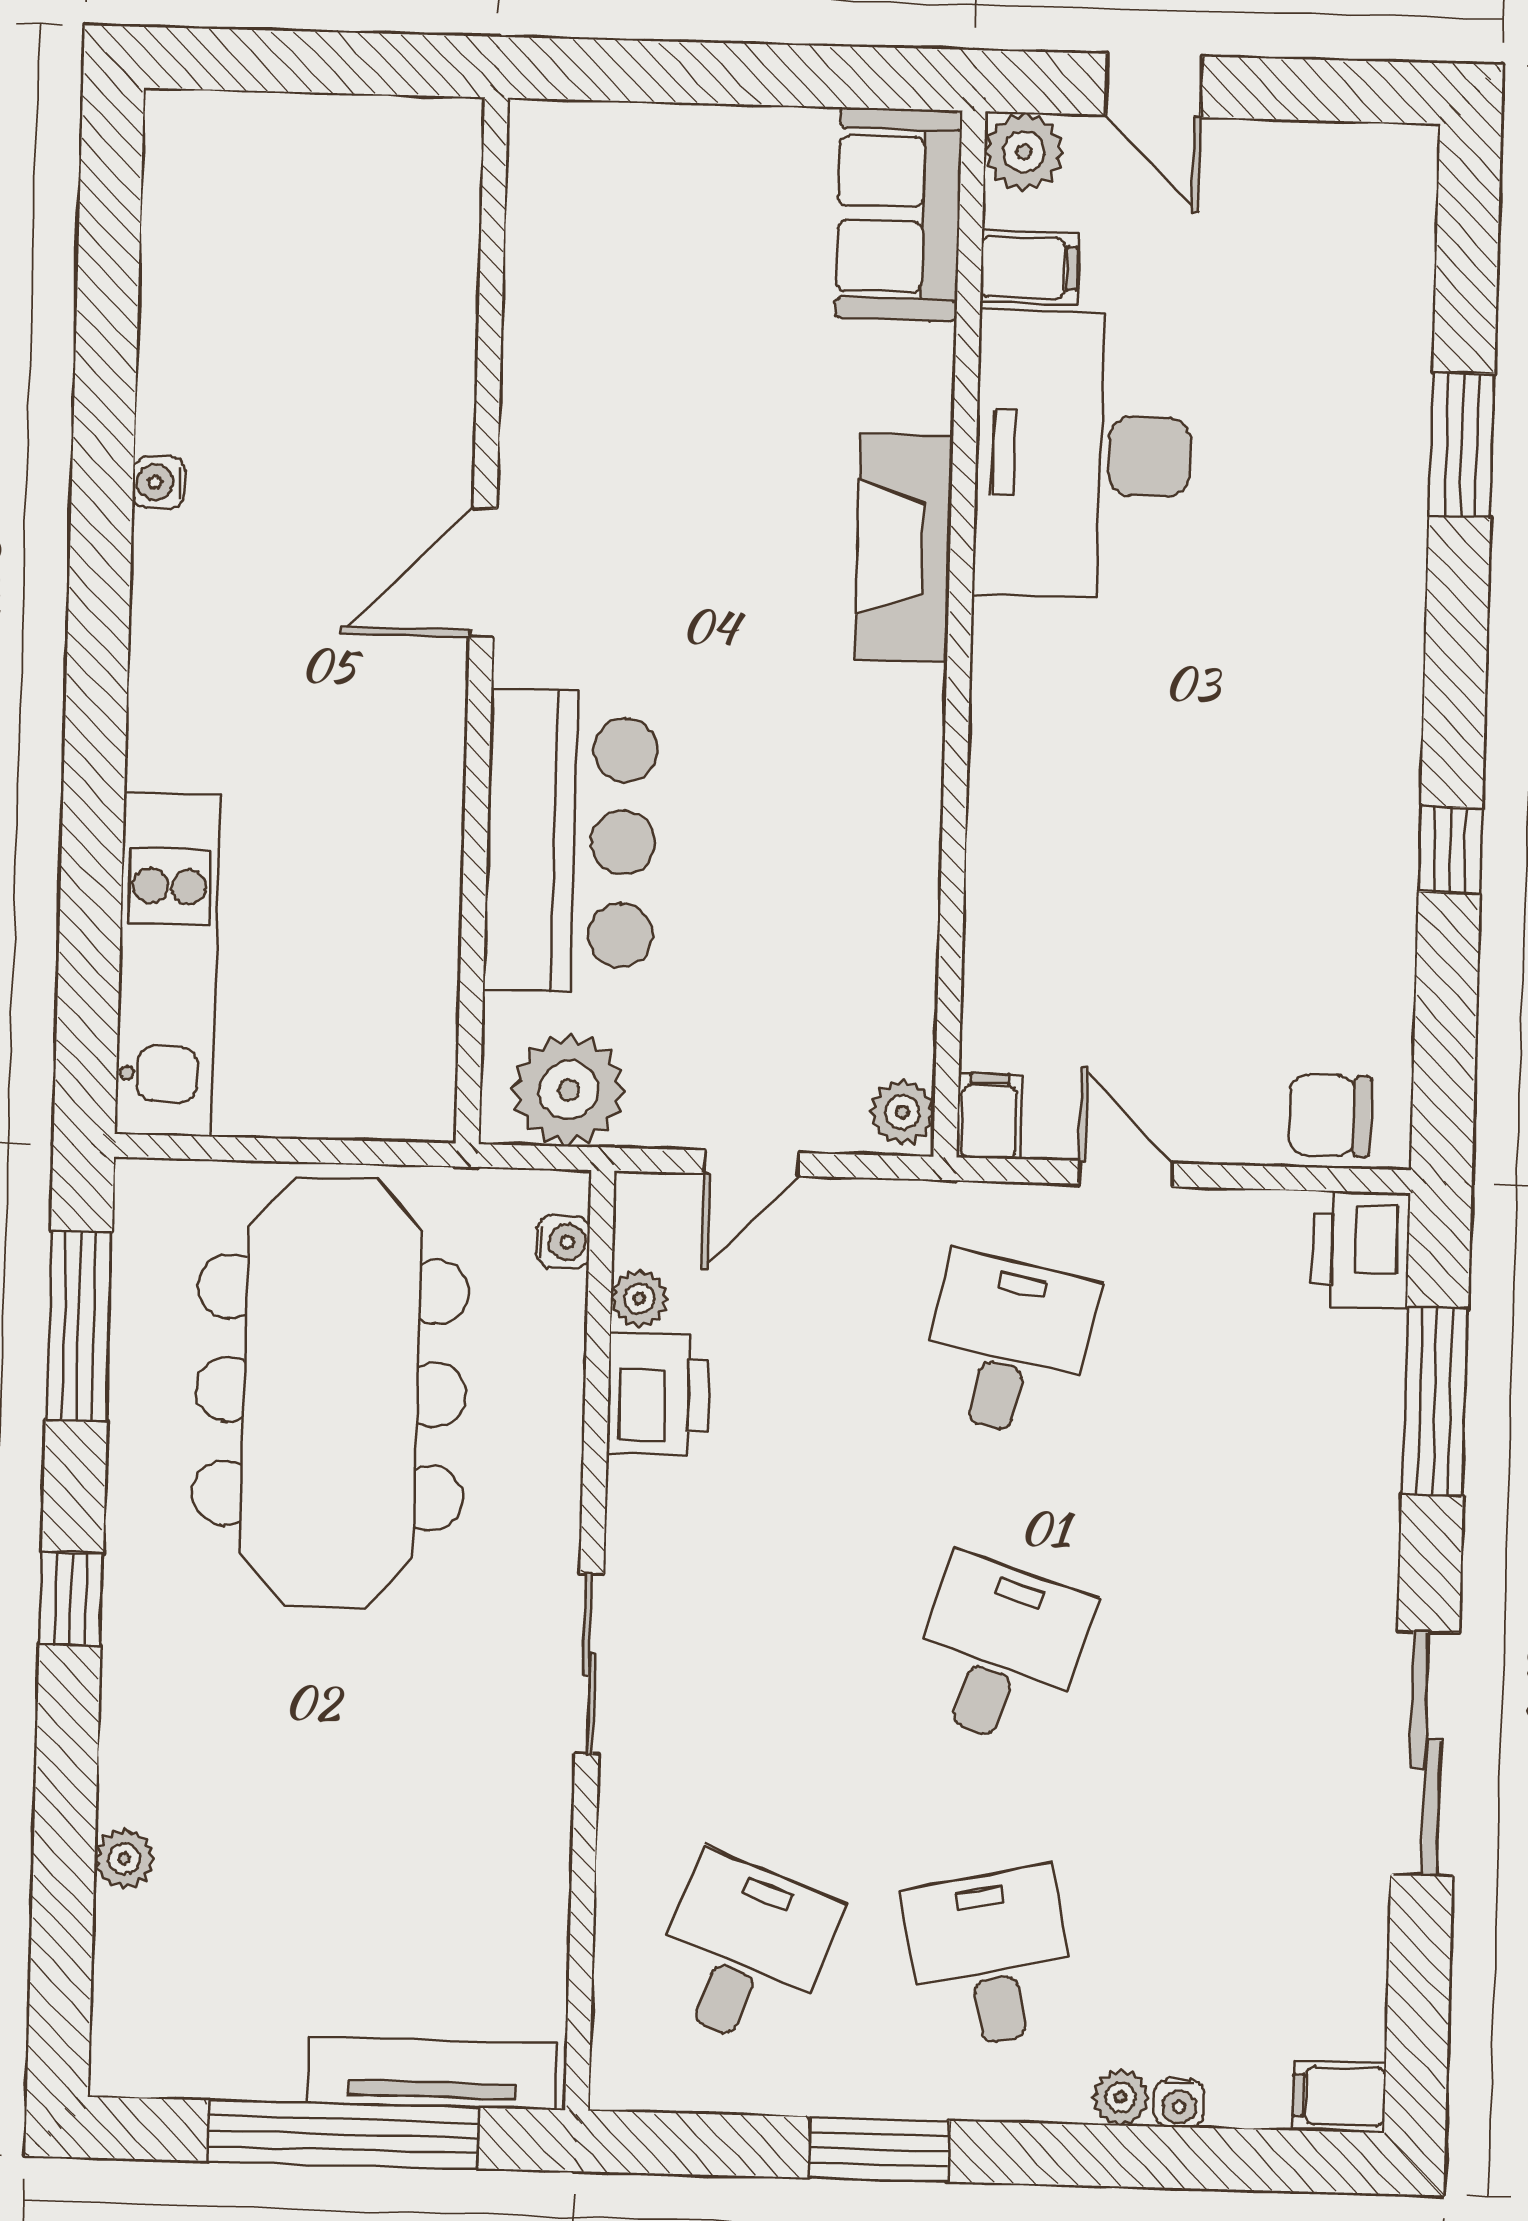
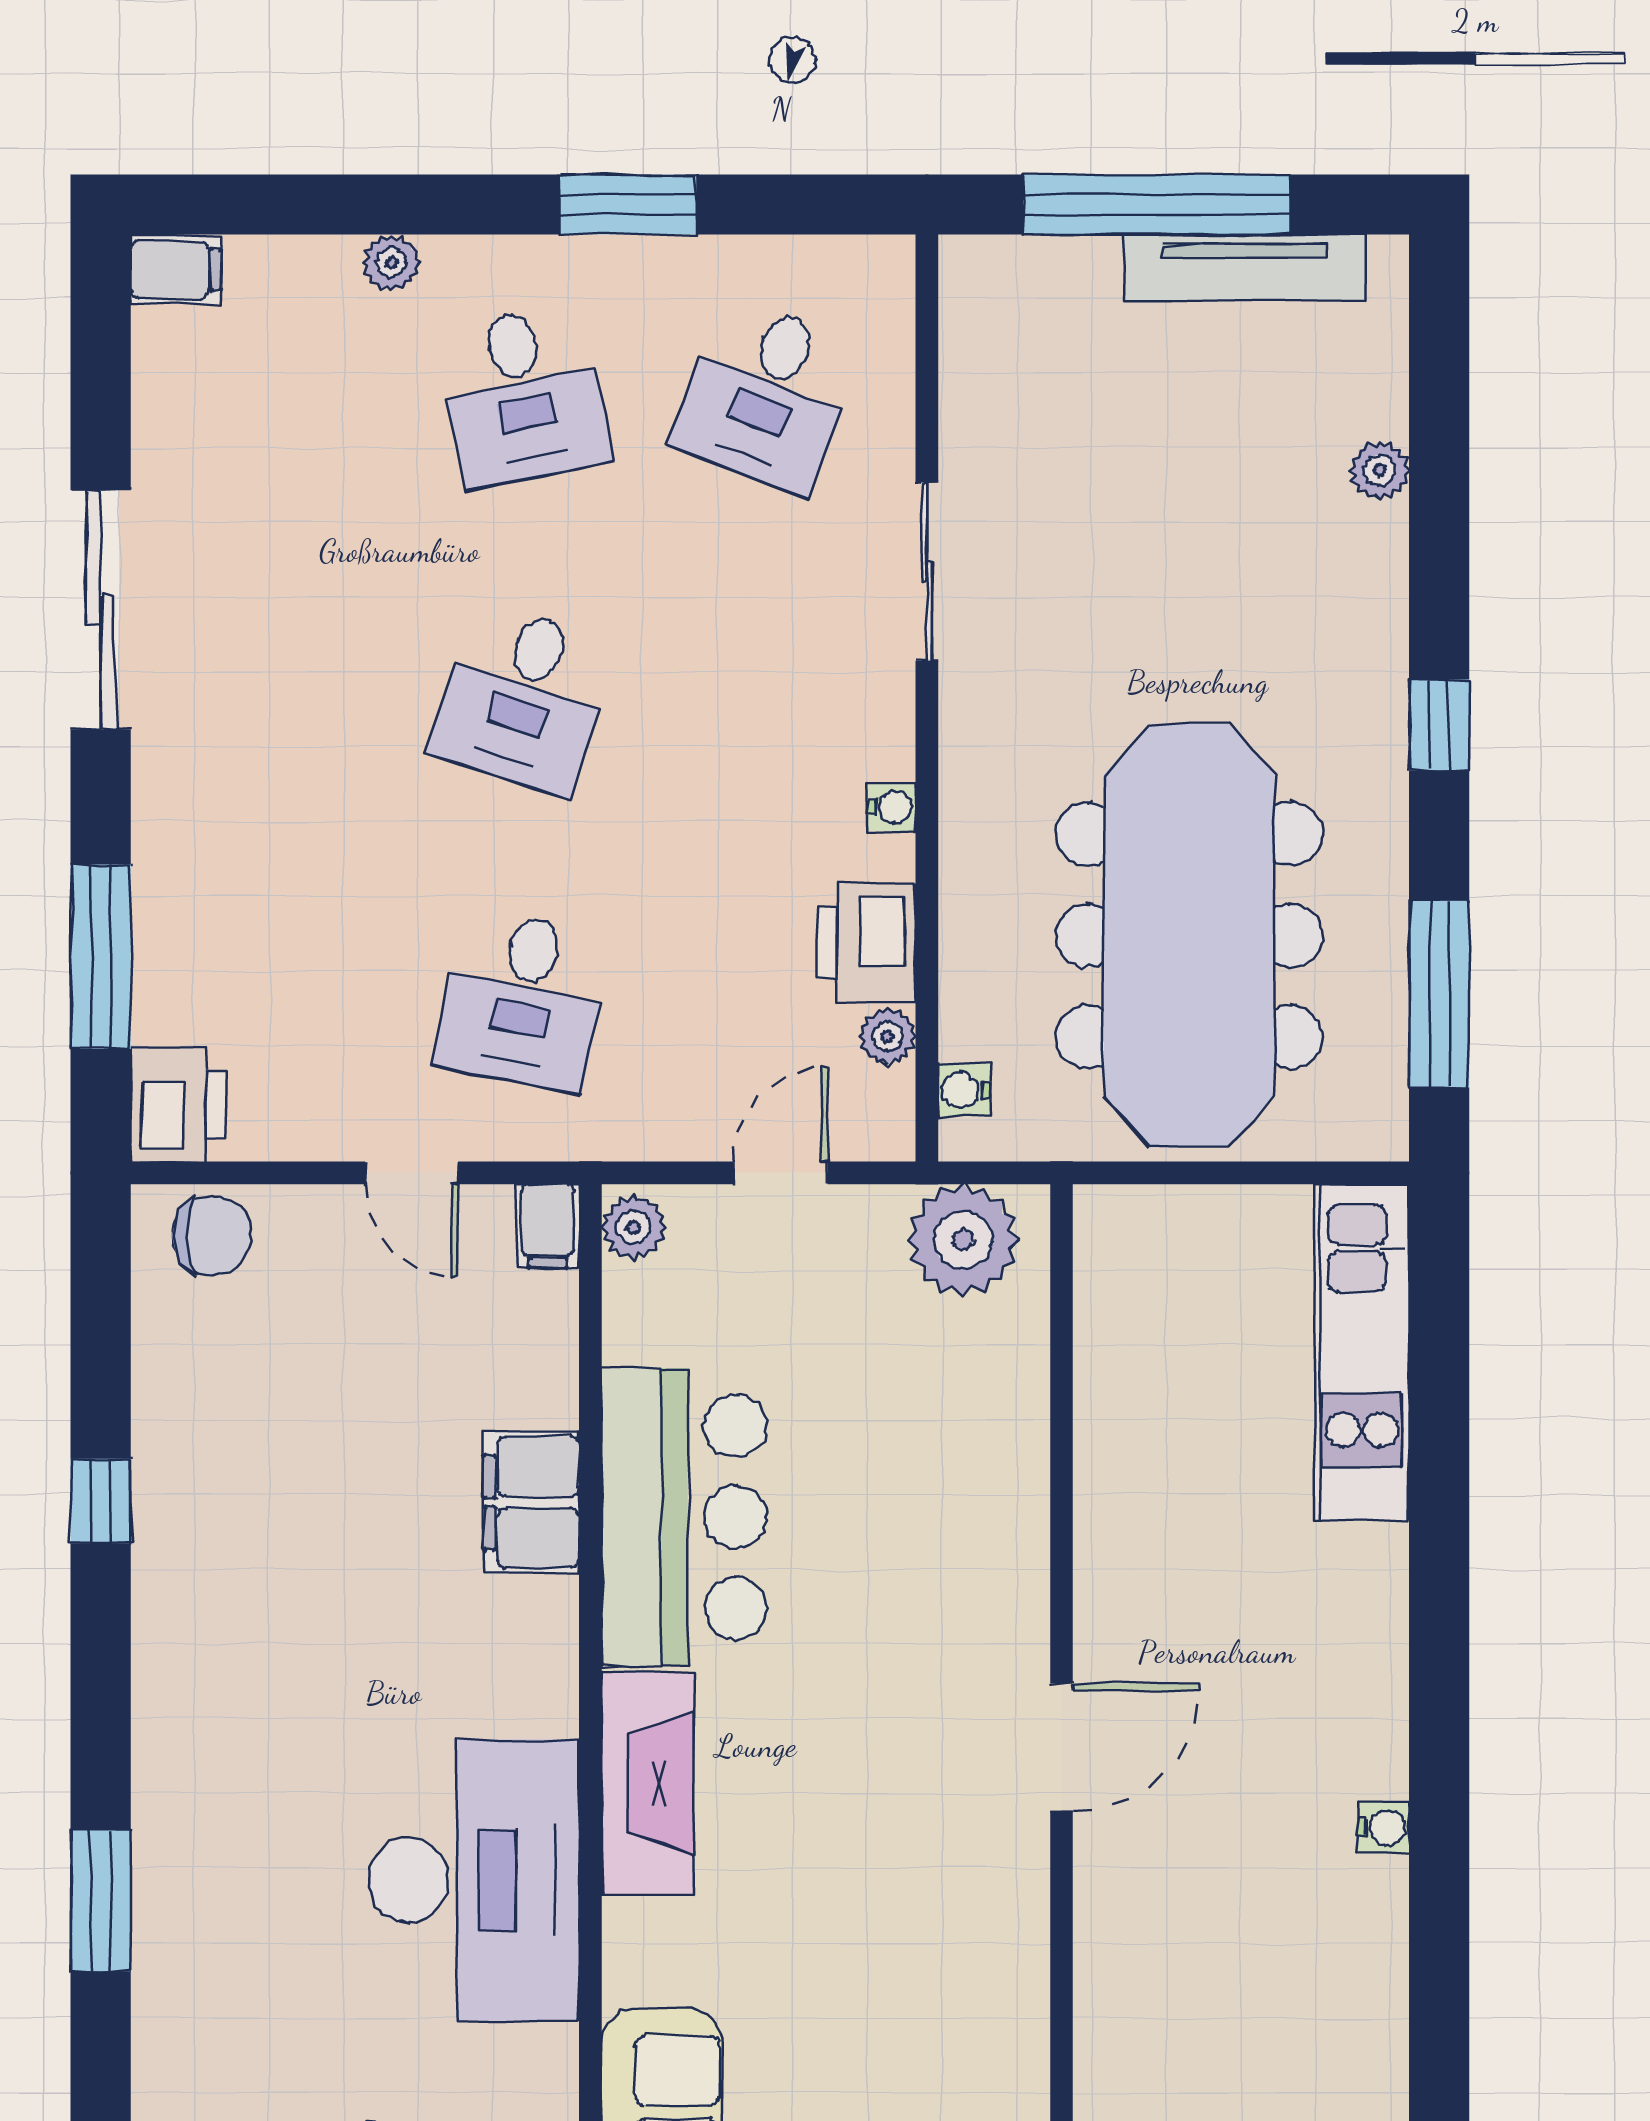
filing cabinet: (1029, 268) -> (531, 1502), moved, width x2.00
bar counter: (571, 841) -> (684, 1517), moved, turned 180
sliding door: (589, 1664) -> (927, 572), moved
tv unit: (432, 2073) -> (1245, 267), moved
water cooler: (1179, 2103) -> (892, 807), moved, turned 90

